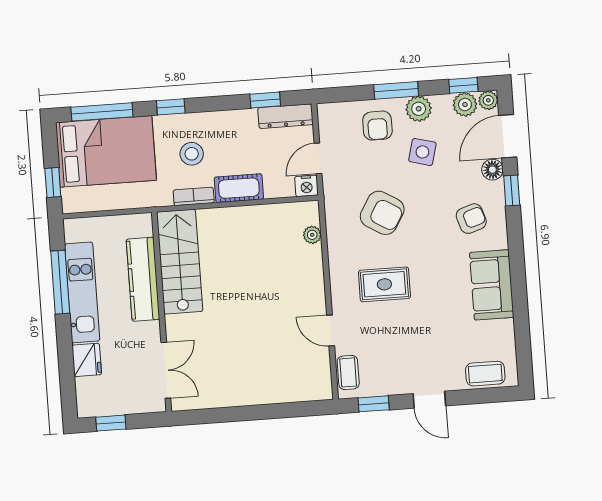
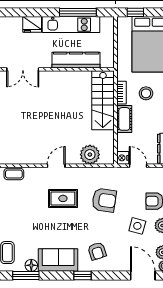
floor lamp: (492, 170) -> (31, 265), moved
window: (512, 190) -> (83, 275), moved
armchair: (382, 213) -> (104, 200), turned -113
plant: (312, 235) -> (90, 155), width x1.88, depth x1.88
stairs: (180, 262) -> (103, 100), moved, turned 90
rug: (384, 284) -> (63, 198), turned 90
door: (331, 331) -> (56, 166), moved
window: (523, 339) -> (26, 275), added

